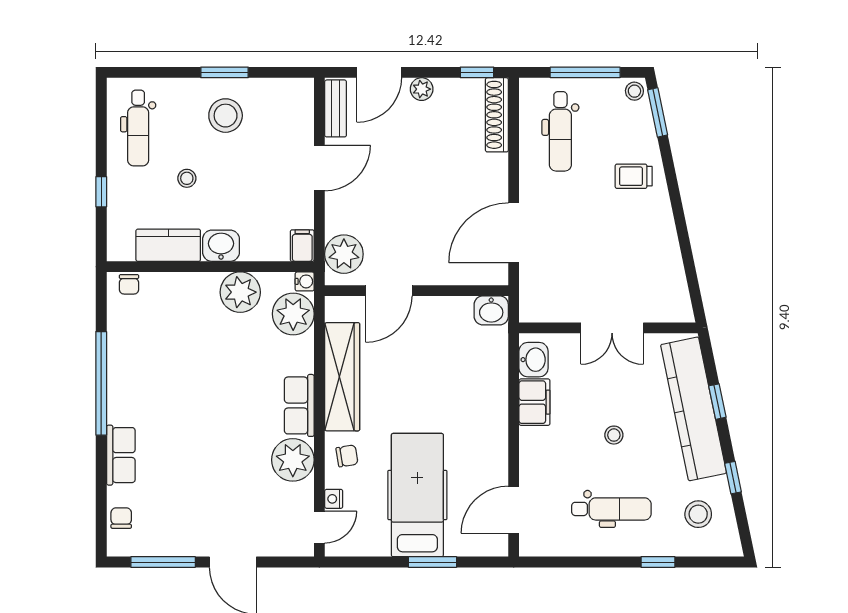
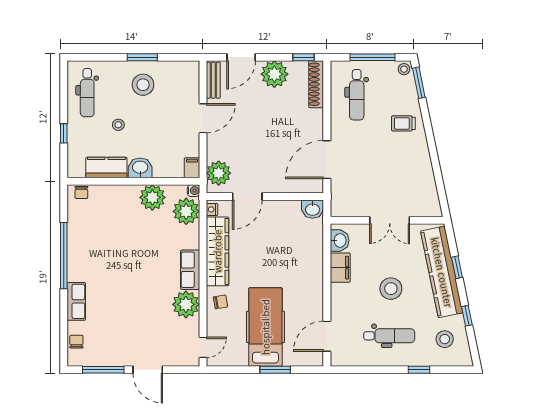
plant: (422, 89) -> (274, 74), width x1.87, depth x1.87
stool: (614, 435) -> (391, 289), width x1.89, depth x1.89
nightstand: (334, 499) -> (212, 209), moved

